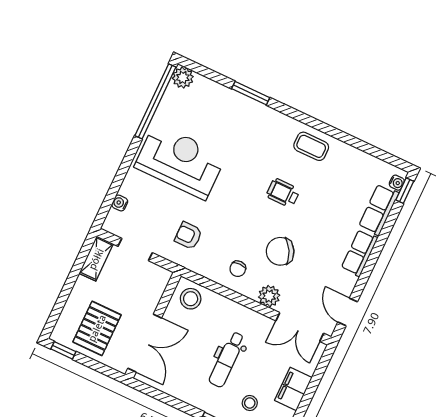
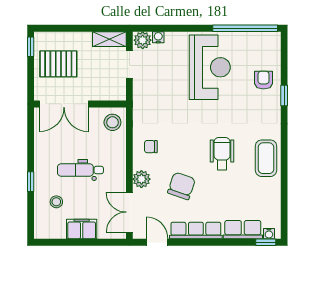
plant: (183, 78) -> (143, 40), moved
window: (251, 93) -> (284, 95), width x0.67
coffee table: (311, 146) -> (266, 158), width x1.36, depth x1.30
wheelchair: (283, 193) -> (222, 154), width x1.36, depth x1.37
armchair: (188, 236) -> (264, 80), moved
chair: (280, 251) -> (182, 186), moved, turned 47
row of seats: (359, 253) -> (196, 231), width x1.48
door: (348, 312) -> (157, 242), hinge flipped

